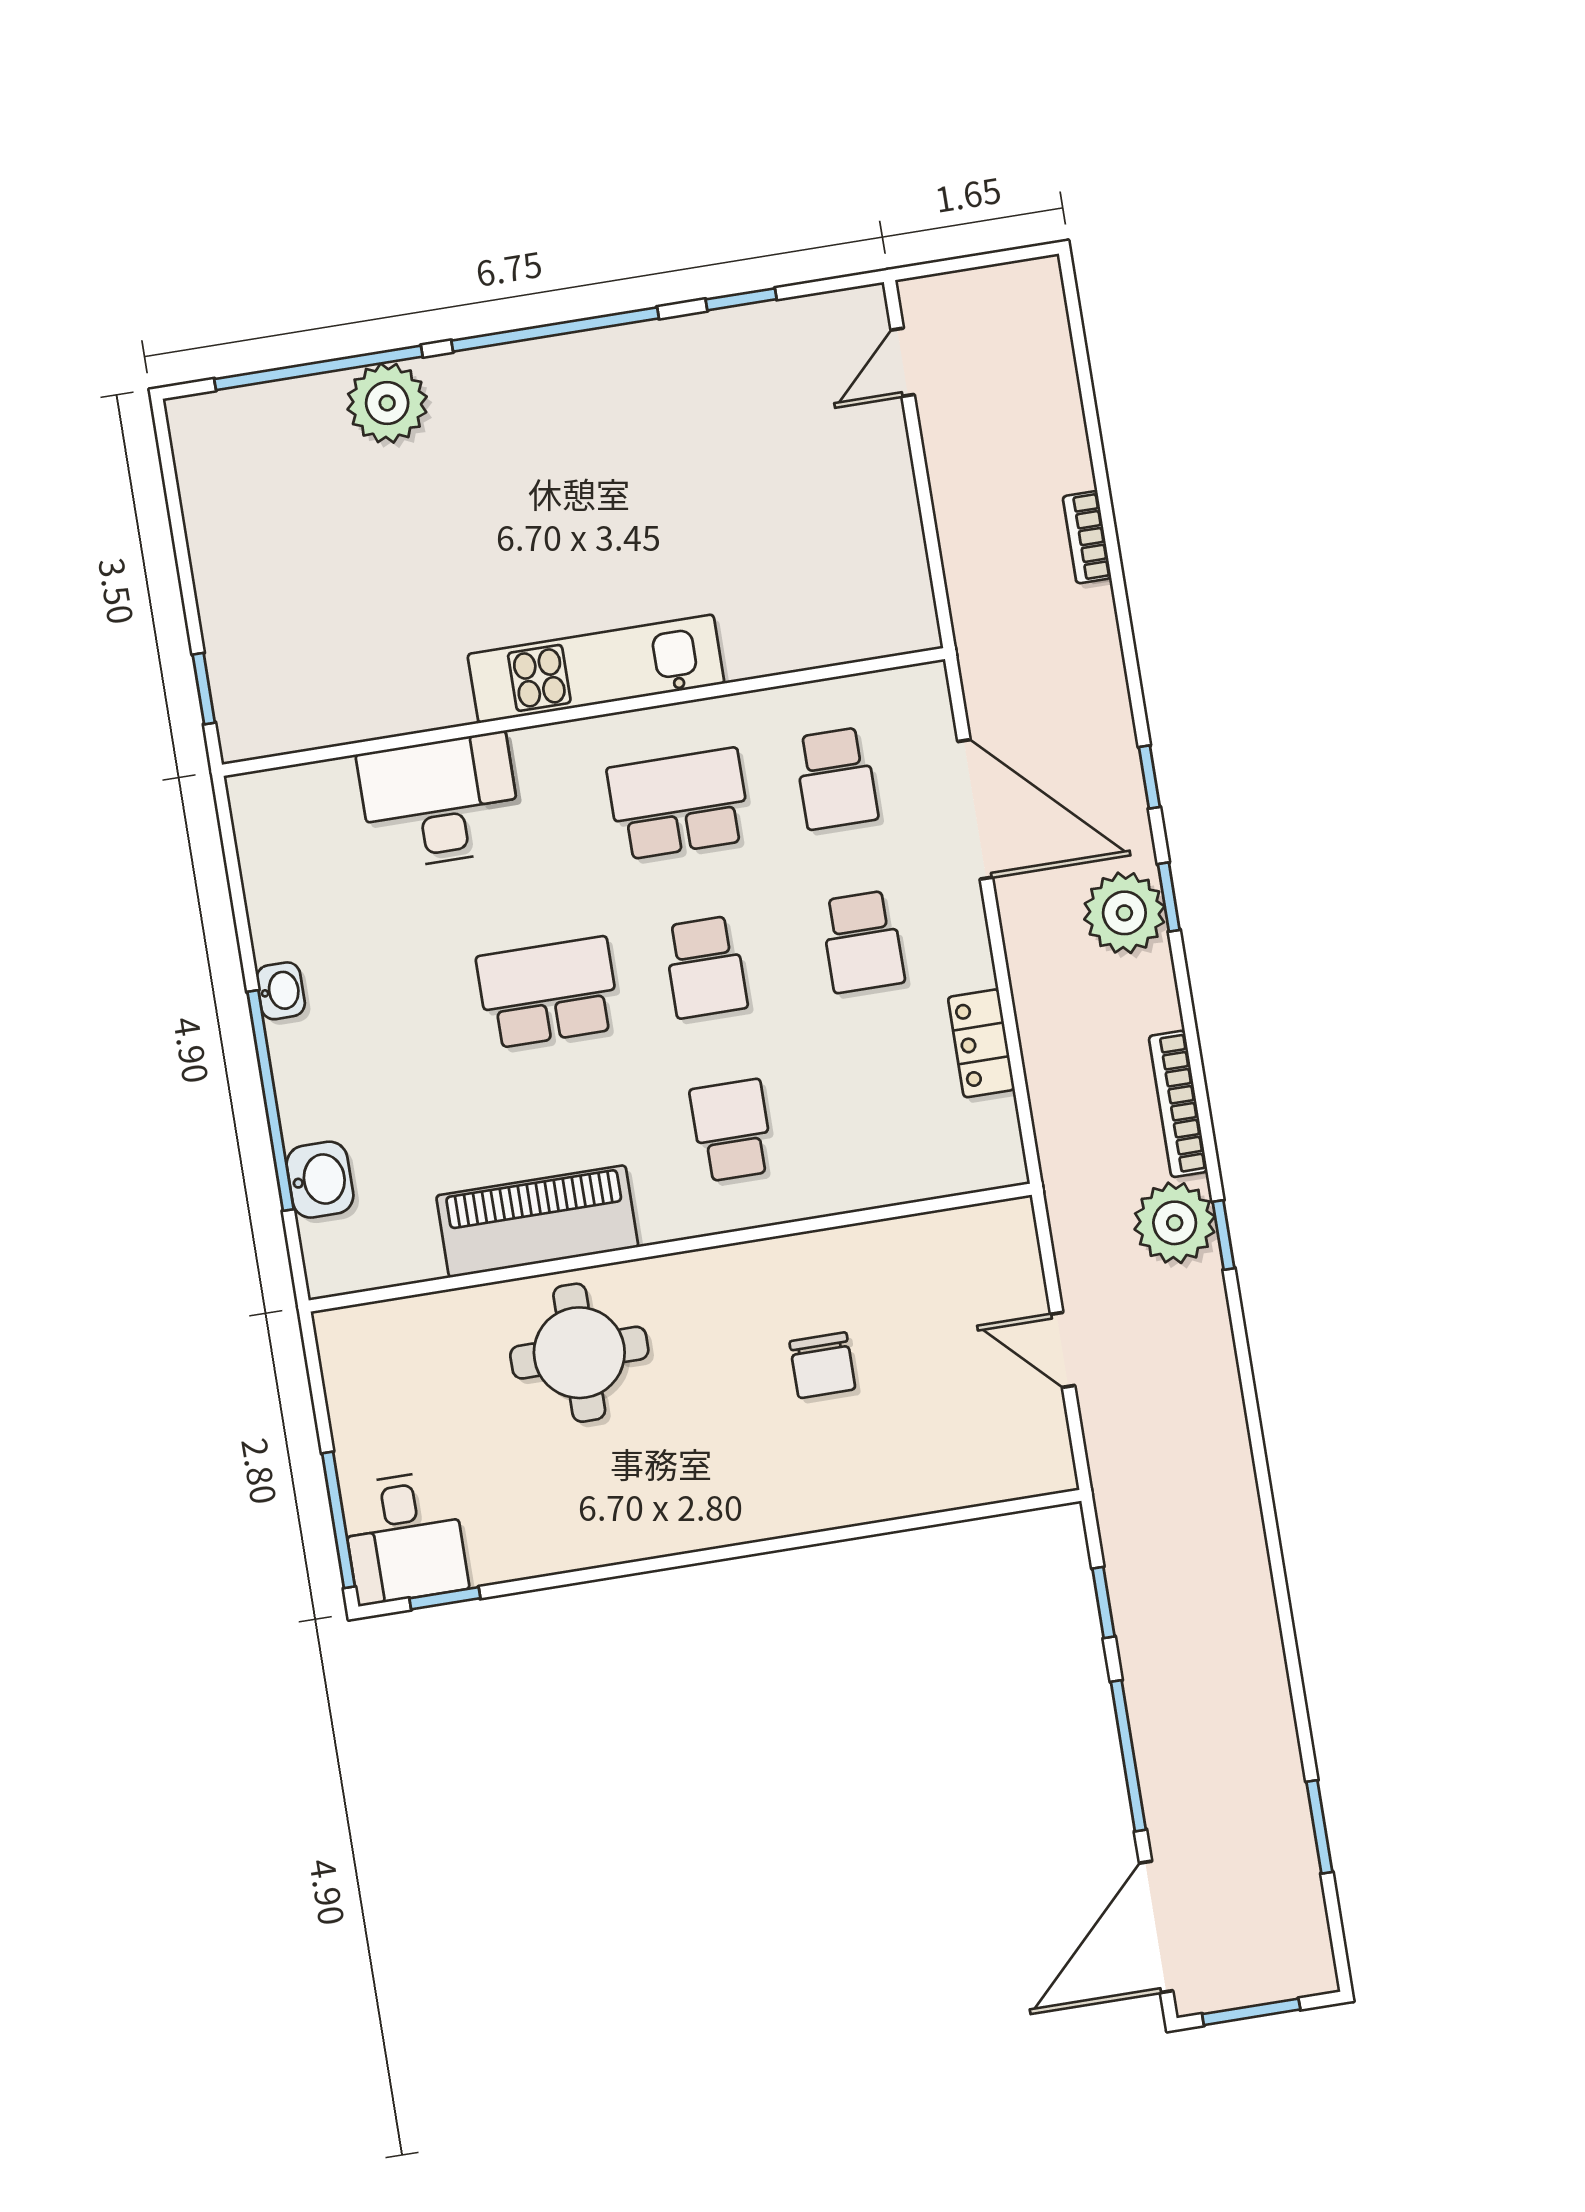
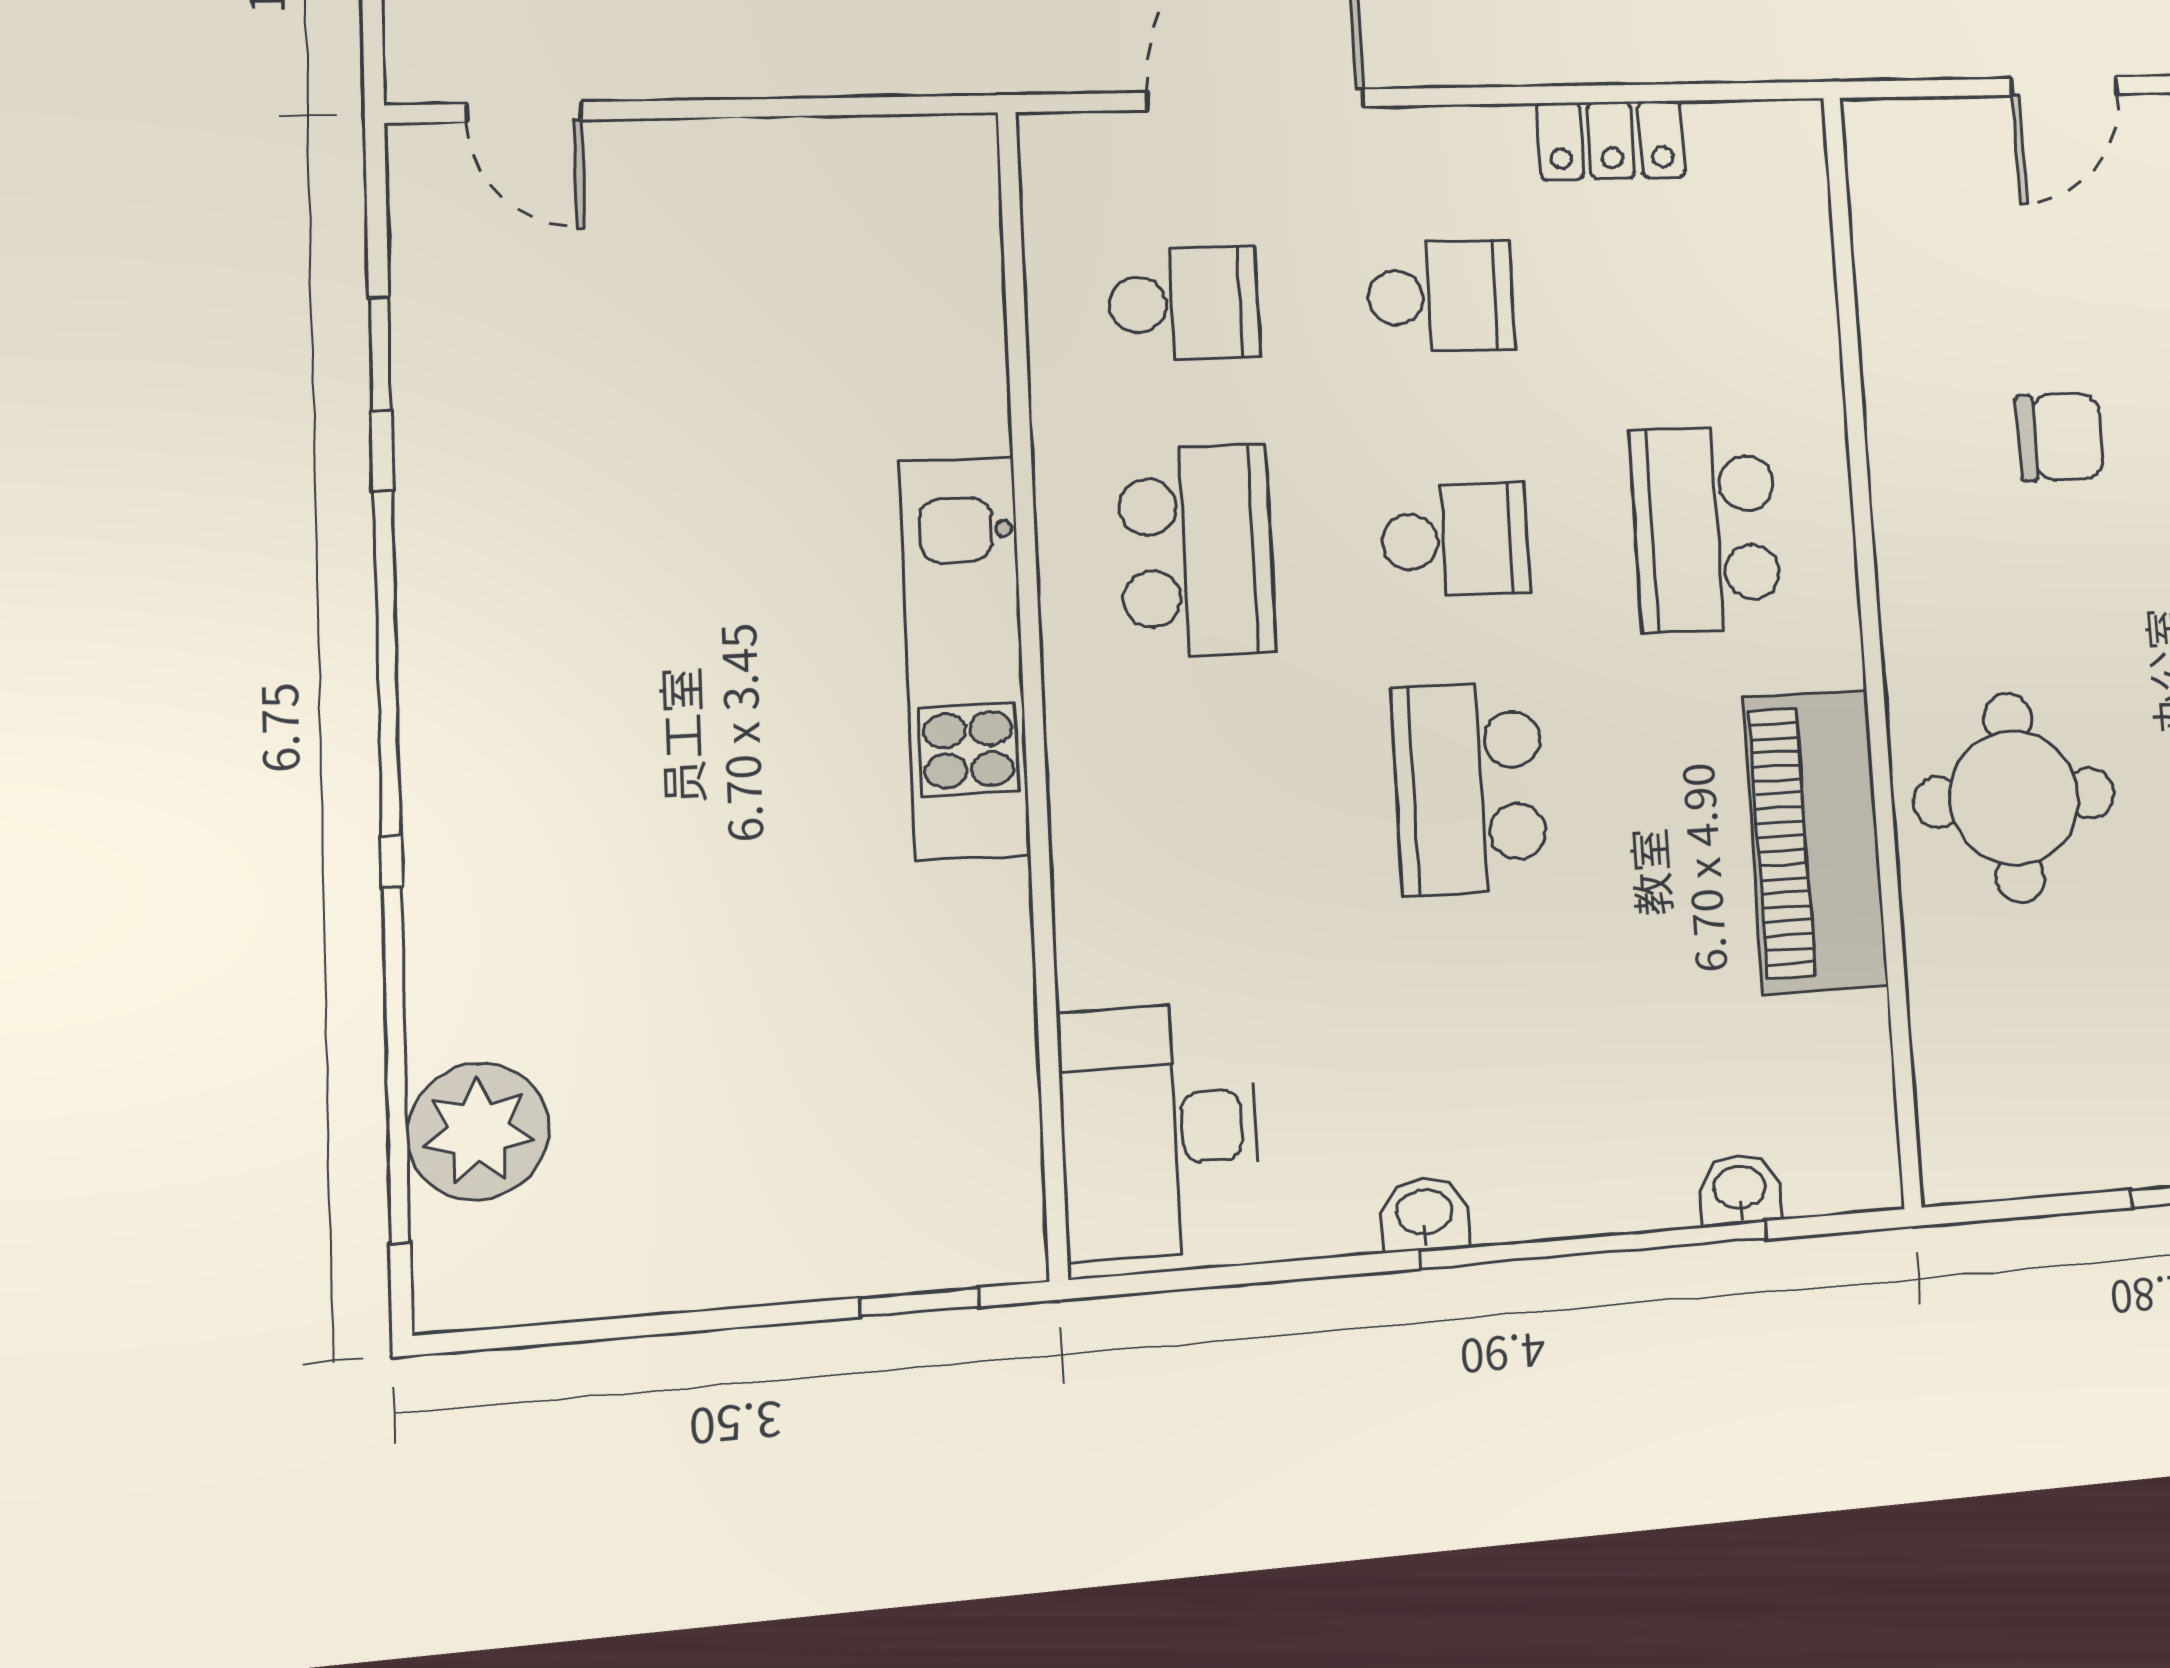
plant: (387, 403) -> (478, 1131), moved
desk: (440, 801) -> (1159, 1130), moved
school desk: (679, 804) -> (1196, 551), turned 180
school desk: (732, 1130) -> (1706, 529), width x1.85
washbasin: (320, 1180) -> (1740, 1189), width x0.72, depth x0.69

